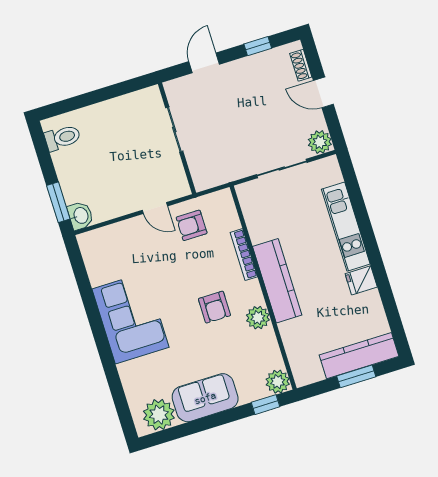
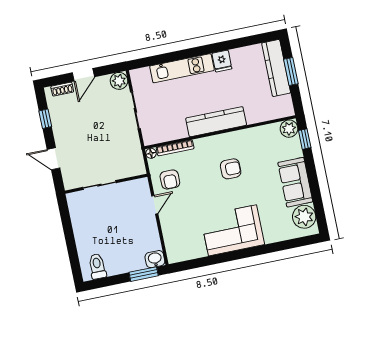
floor lamp: (225, 196) -> (151, 153), added
bookcase: (244, 255) -> (175, 148), moved
plant: (258, 318) -> (241, 138), removed

